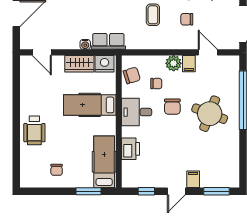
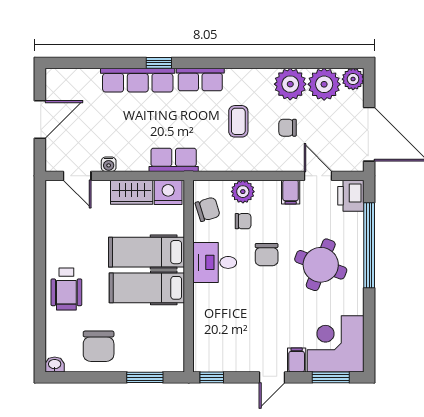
water cooler: (85, 44) -> (109, 164), moved
plant: (174, 63) -> (243, 192), moved
printer: (131, 149) -> (351, 196), moved, turned 180
hospital bed: (104, 162) -> (147, 288), moved, turned -90
corner desk: (220, 168) -> (336, 344), added
chair: (57, 170) -> (99, 346), width x1.87, depth x1.87
washbasin: (26, 182) -> (55, 364), added
window: (146, 191) -> (212, 377), moved

